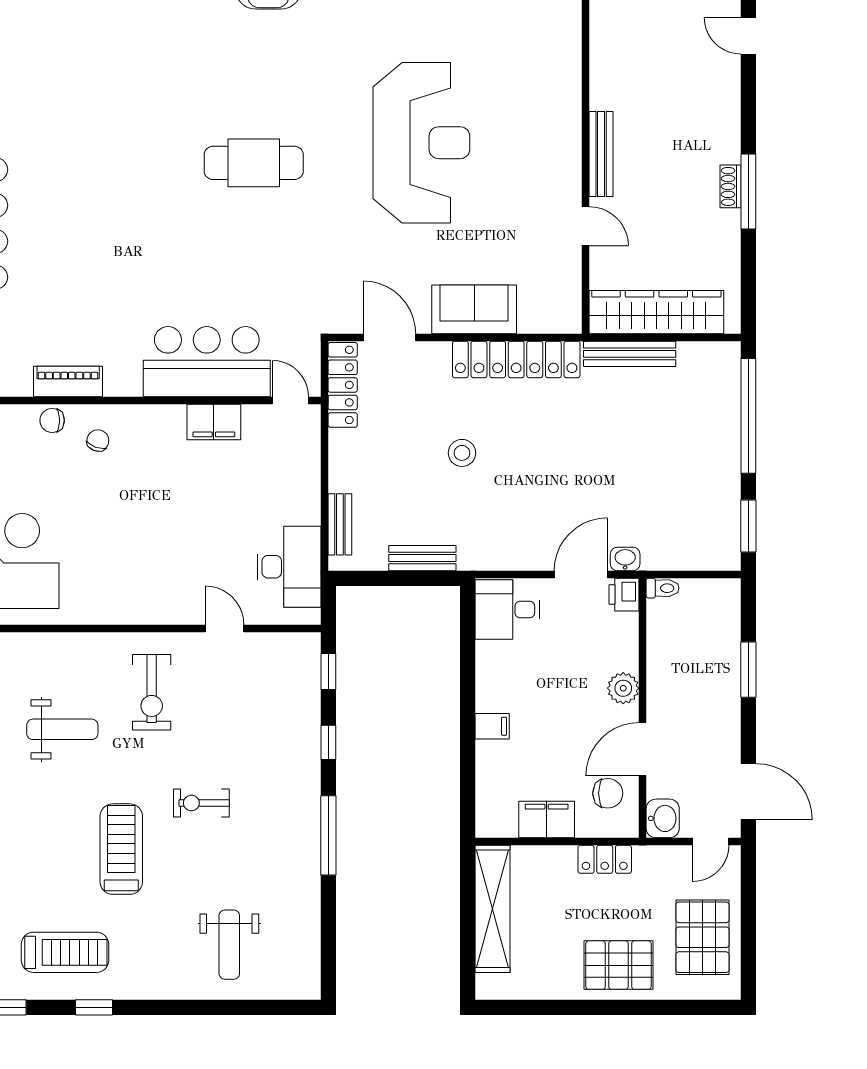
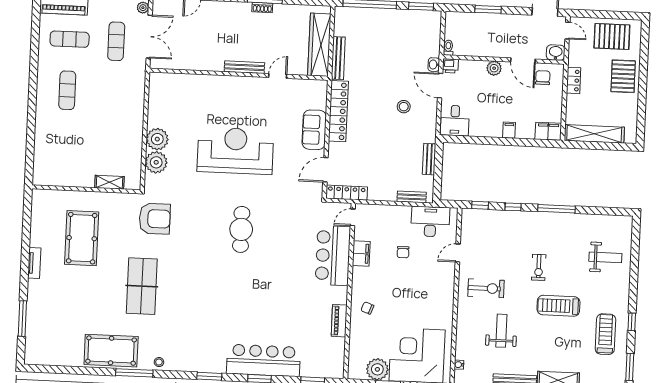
chair: (52, 420) -> (403, 252), moved
stool: (462, 453) -> (404, 107), moved
filing cabinet: (547, 819) -> (548, 131), moved, turned 90

